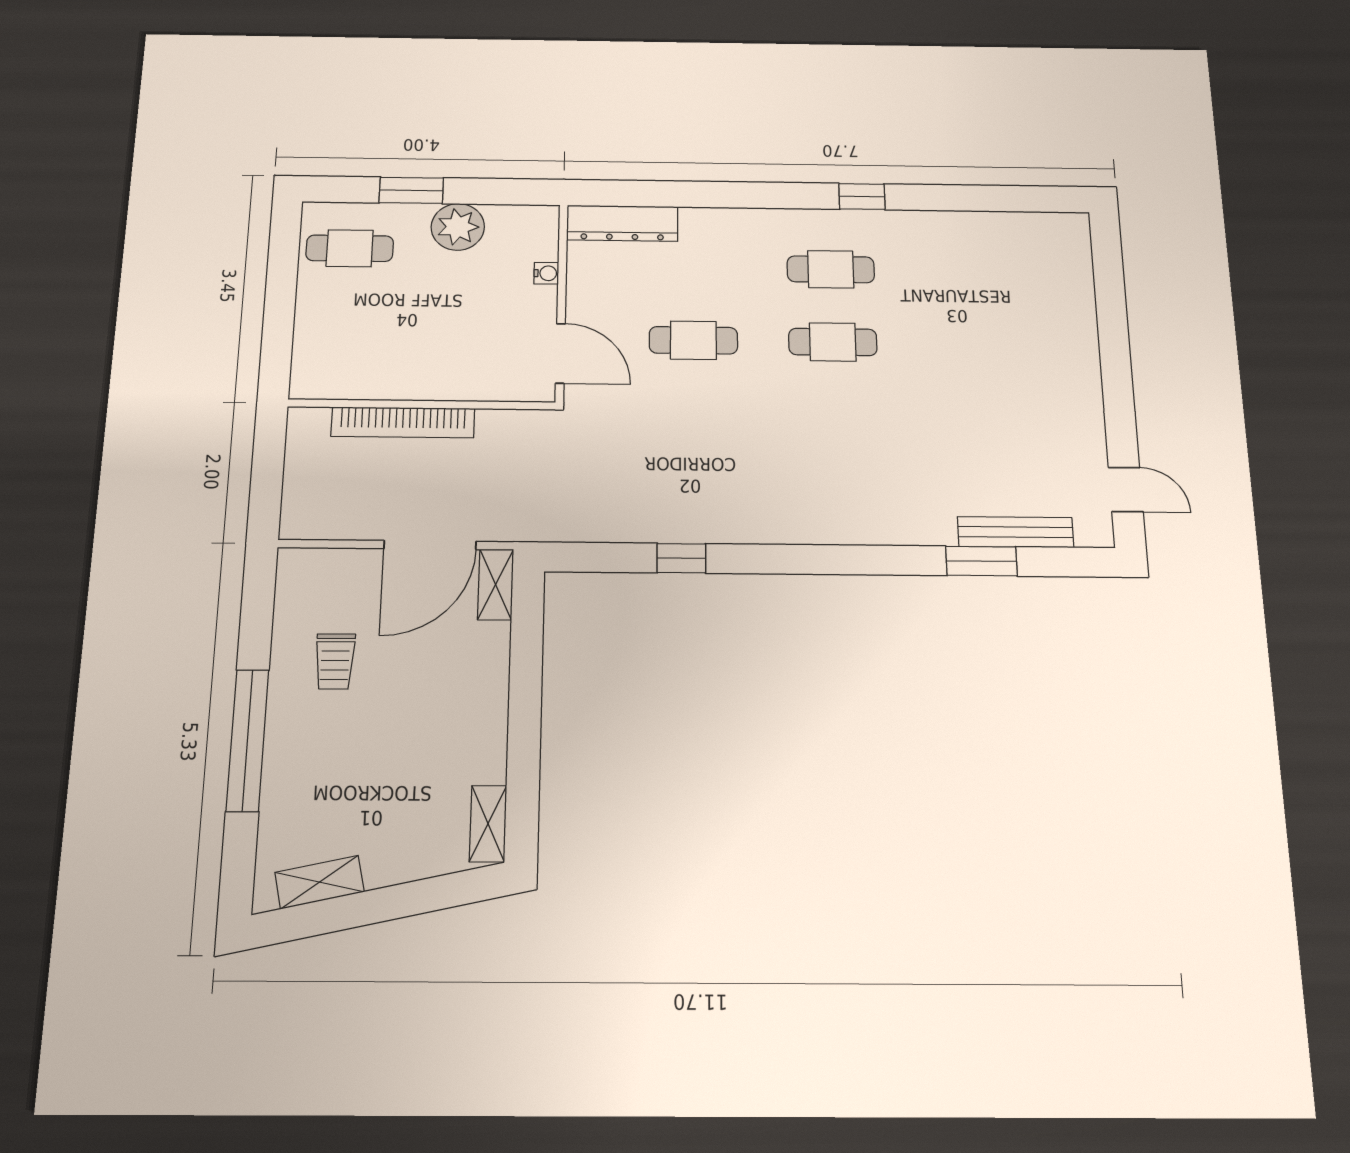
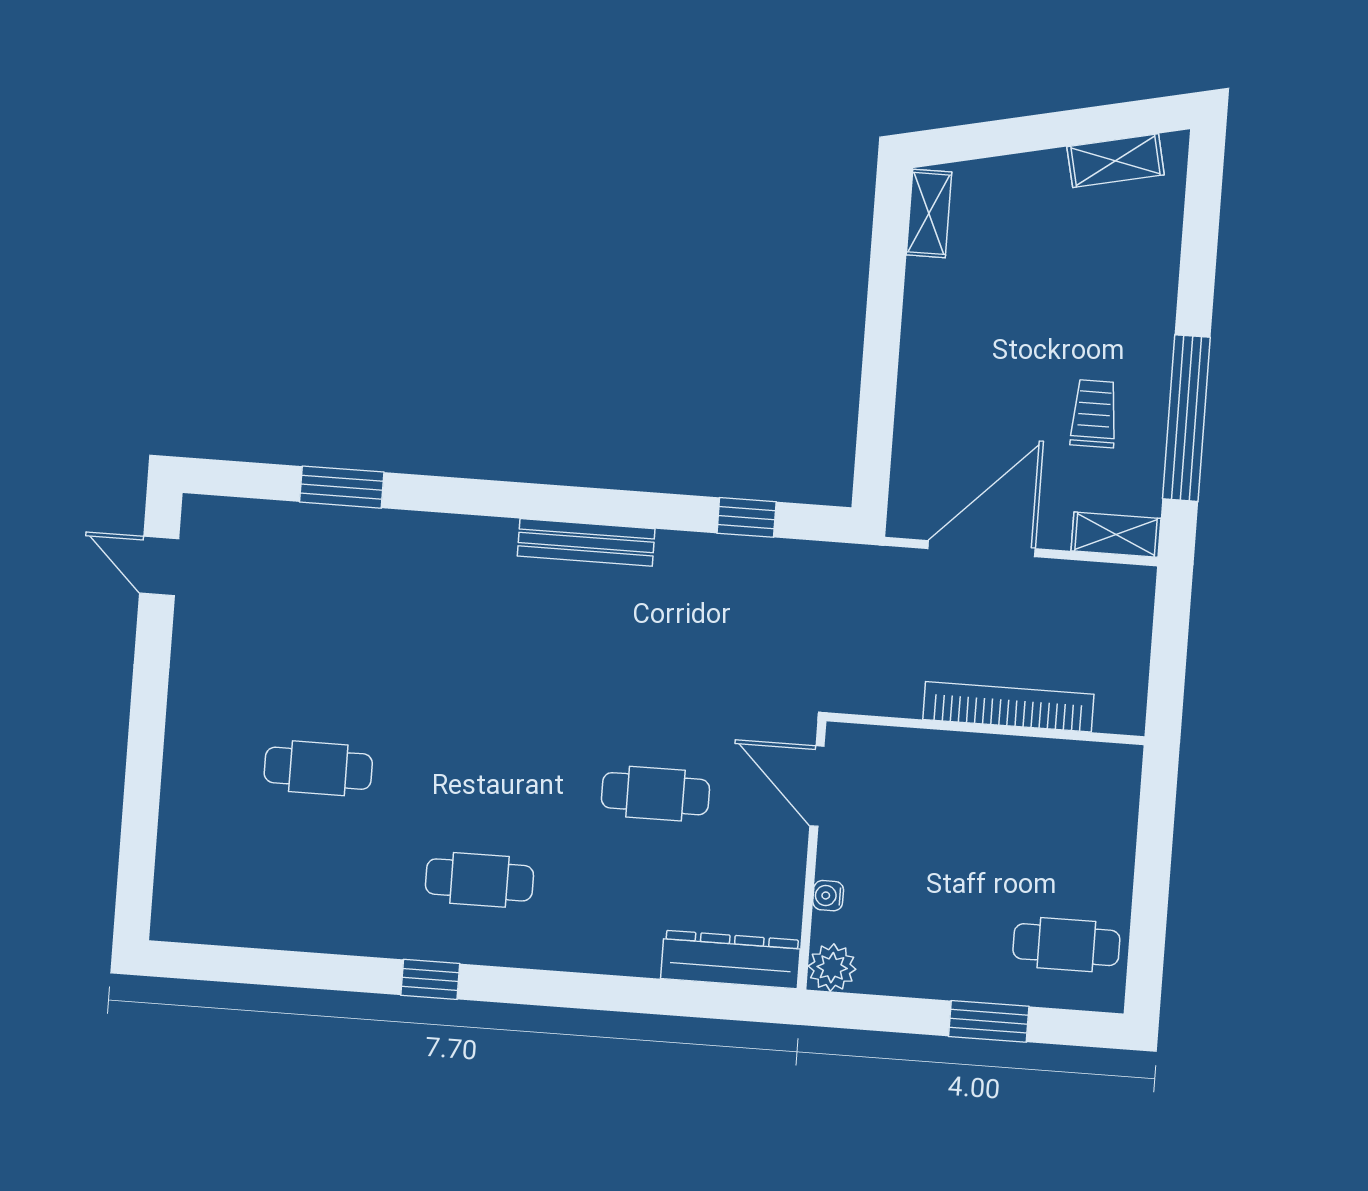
plant: (458, 227) -> (832, 968), moved, width x0.73, depth x0.73
cafe table: (833, 342) -> (318, 768), moved
bench: (1016, 532) -> (586, 542), moved
window: (681, 558) -> (747, 517), moved
shelving: (496, 584) -> (1116, 535), moved, turned 90
window: (248, 740) -> (1186, 418), moved

